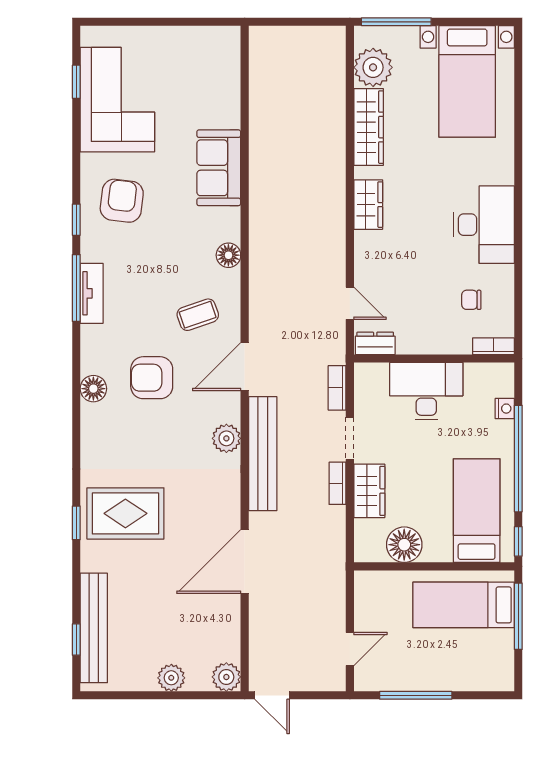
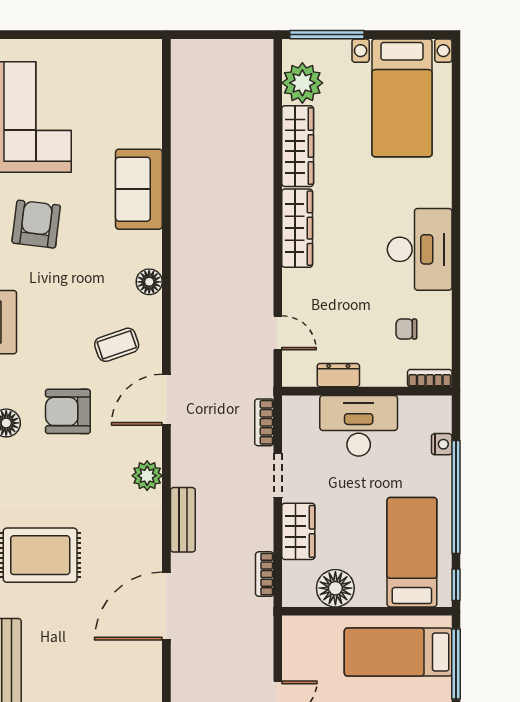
wardrobe: (368, 205) -> (297, 228), width x1.50
dresser: (375, 343) -> (338, 375), moved
bench: (263, 454) -> (183, 520), width x0.54, depth x0.82
bookcase: (337, 483) -> (265, 574), moved

